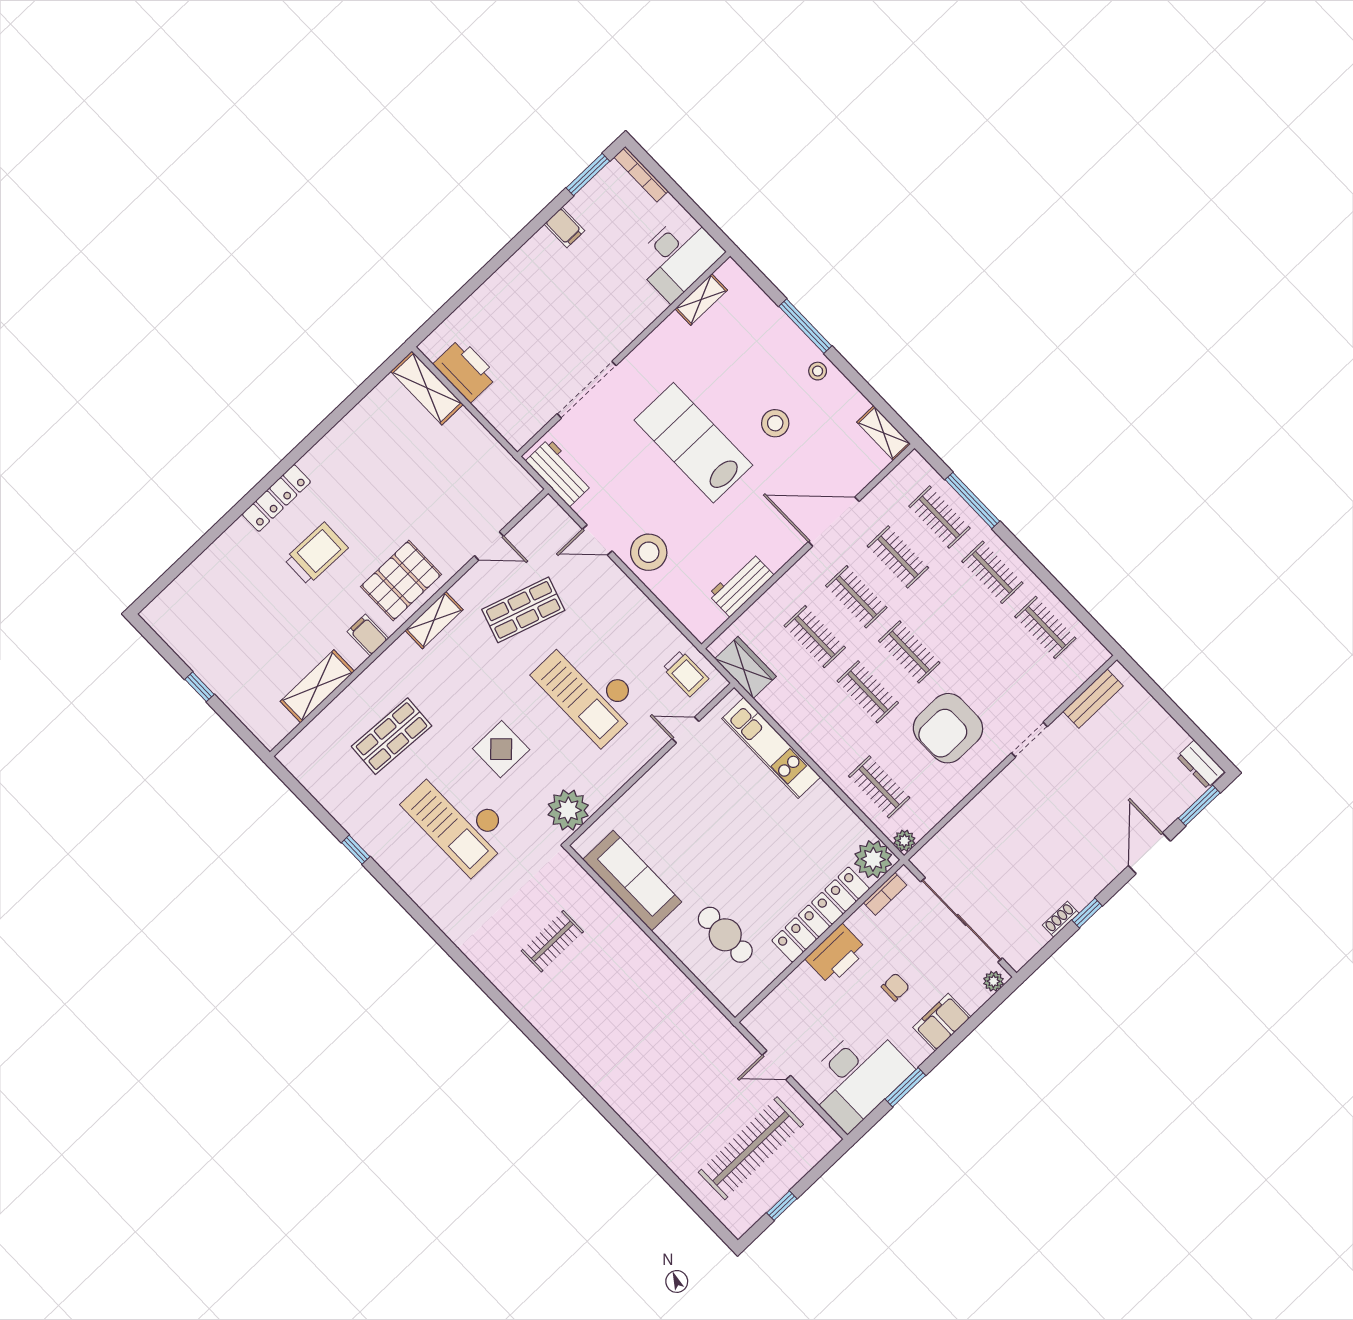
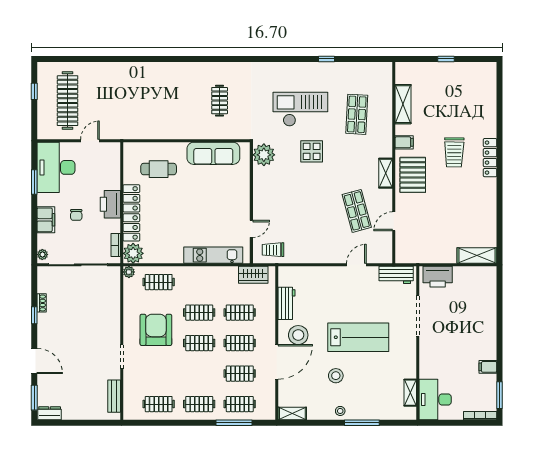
printer: (465, 370) -> (438, 277), moved
stool: (649, 552) -> (298, 335), moved
shop shelf: (523, 610) -> (357, 211), turned -33
checkout: (588, 690) -> (302, 206), removed

